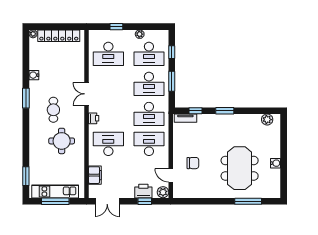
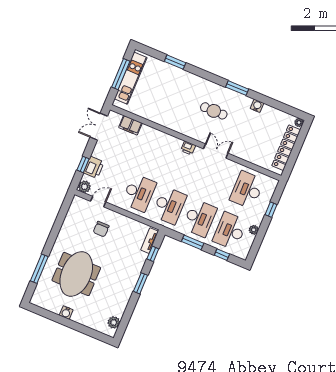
desk: (149, 84) -> (200, 218), turned 180
desk: (149, 114) -> (169, 206), turned 180
round table: (62, 141) -> (179, 106), removed
desk: (108, 144) -> (156, 152), removed
meeting table: (240, 168) -> (76, 274), turned 90
window: (26, 176) -> (175, 62), moved

